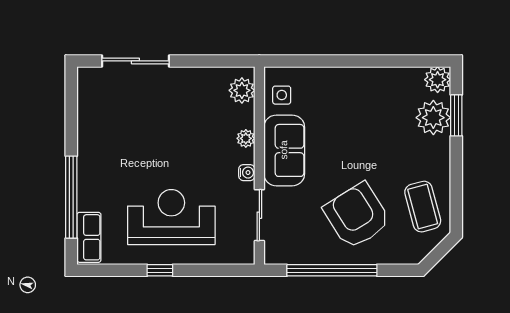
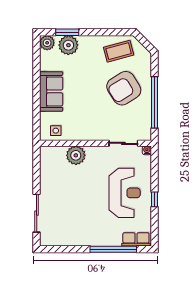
plant: (242, 90) -> (53, 153), removed
plant: (246, 138) -> (76, 155), width x1.88, depth x1.88
sofa: (284, 150) -> (51, 91), moved, turned 90
water cooler: (247, 173) -> (147, 150), moved
reception desk: (171, 217) -> (125, 193), turned 180

